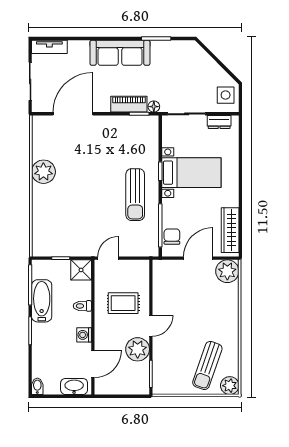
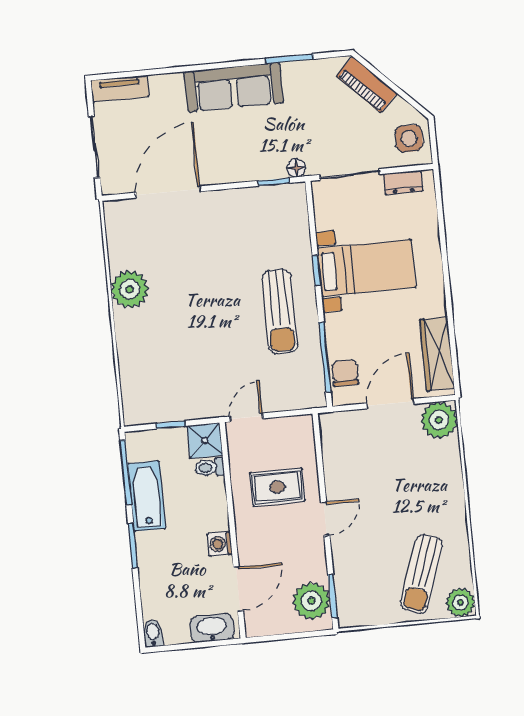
piano: (129, 104) -> (367, 85), moved, turned -135
toilet: (82, 306) -> (210, 467), moved
plant: (138, 349) -> (312, 601), moved

